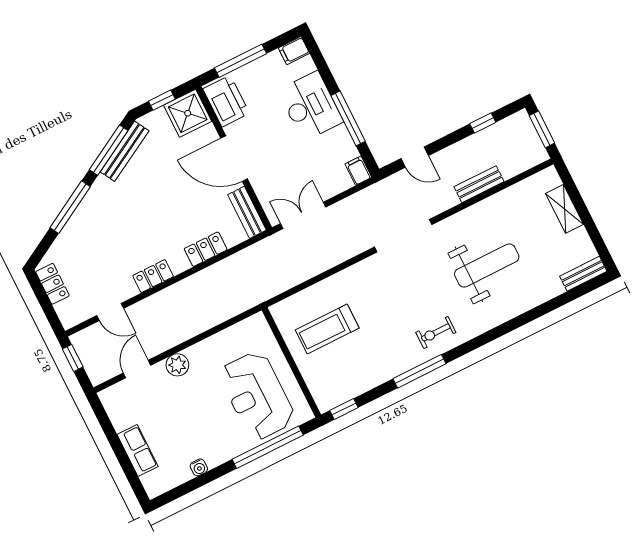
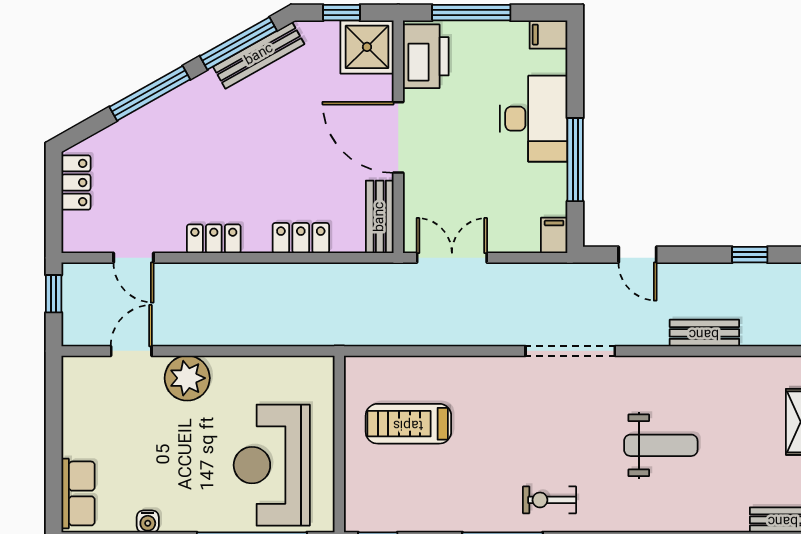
weight bench: (487, 266) -> (661, 445), width x0.73, depth x0.75
plant: (177, 365) -> (187, 378), width x1.36, depth x1.36
row of seats: (138, 450) -> (78, 493), moved

